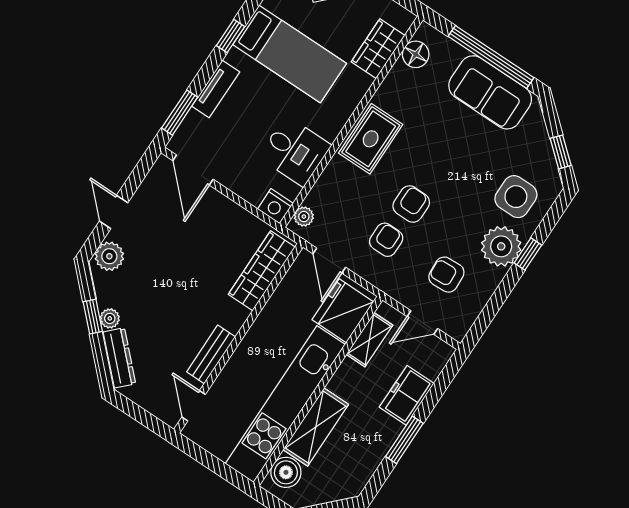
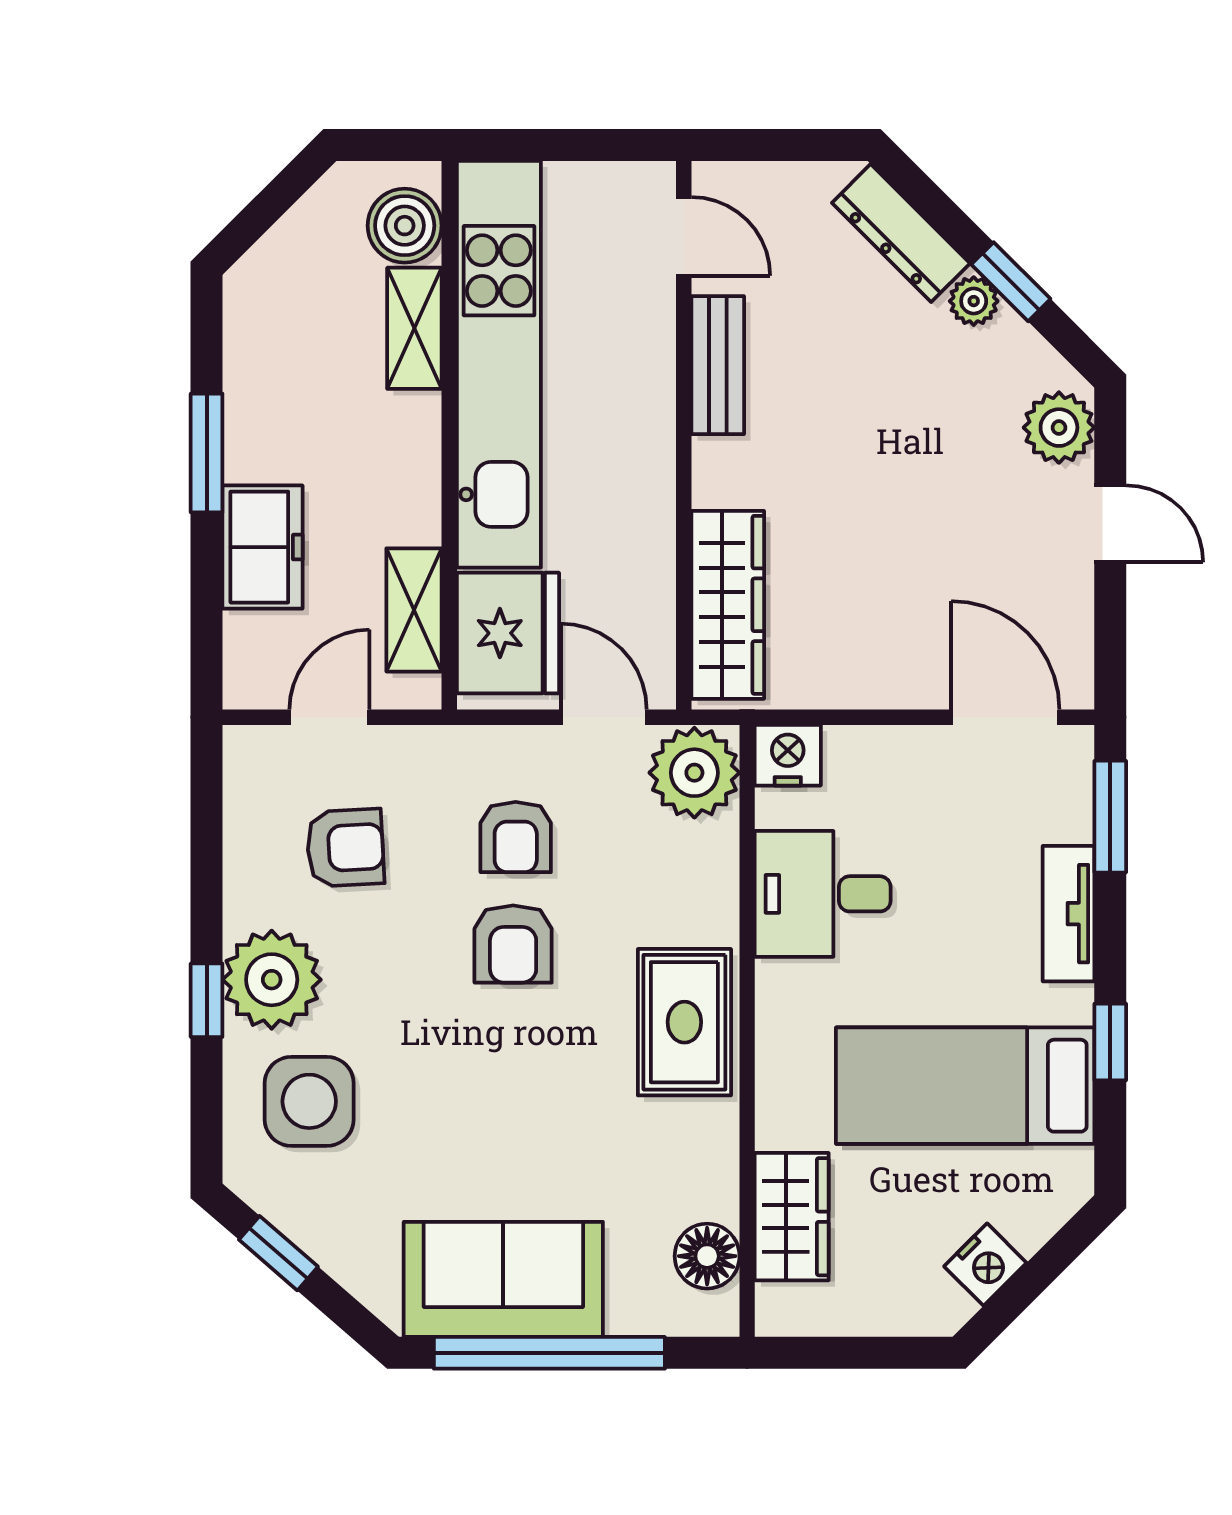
plant: (304, 217) -> (694, 773), width x1.88, depth x1.88
shelving: (316, 427) -> (414, 328), width x0.67, depth x0.75

